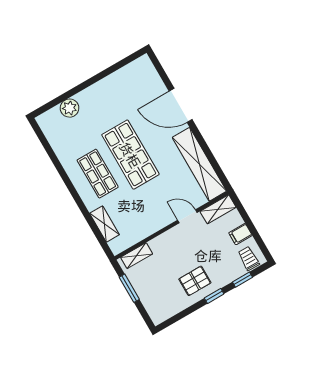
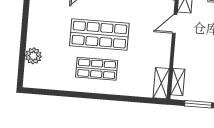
shelving: (104, 224) -> (161, 83), moved, turned 90

